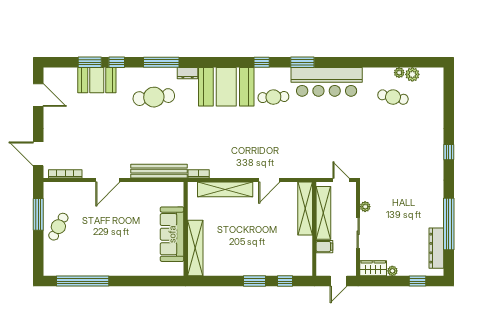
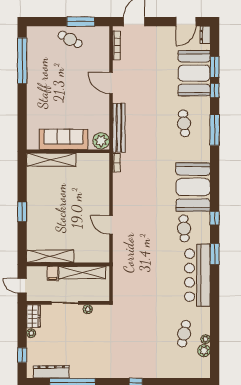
dresser: (188, 73) -> (205, 35), moved
booth: (97, 80) -> (194, 73), width x1.36, depth x1.42
cafe table: (154, 97) -> (184, 123), width x0.73, depth x0.74
door: (341, 180) -> (111, 288), removed
shelving: (225, 189) -> (103, 186), removed
plant: (174, 191) -> (101, 141), added
shelving: (305, 209) -> (50, 256), moved
window: (285, 281) -> (22, 239), removed

